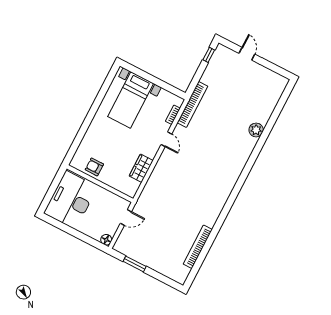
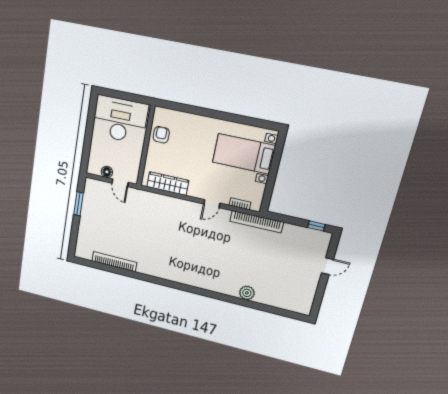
wardrobe: (141, 168) -> (168, 184), width x1.50
floor lamp: (106, 240) -> (107, 172), moved

